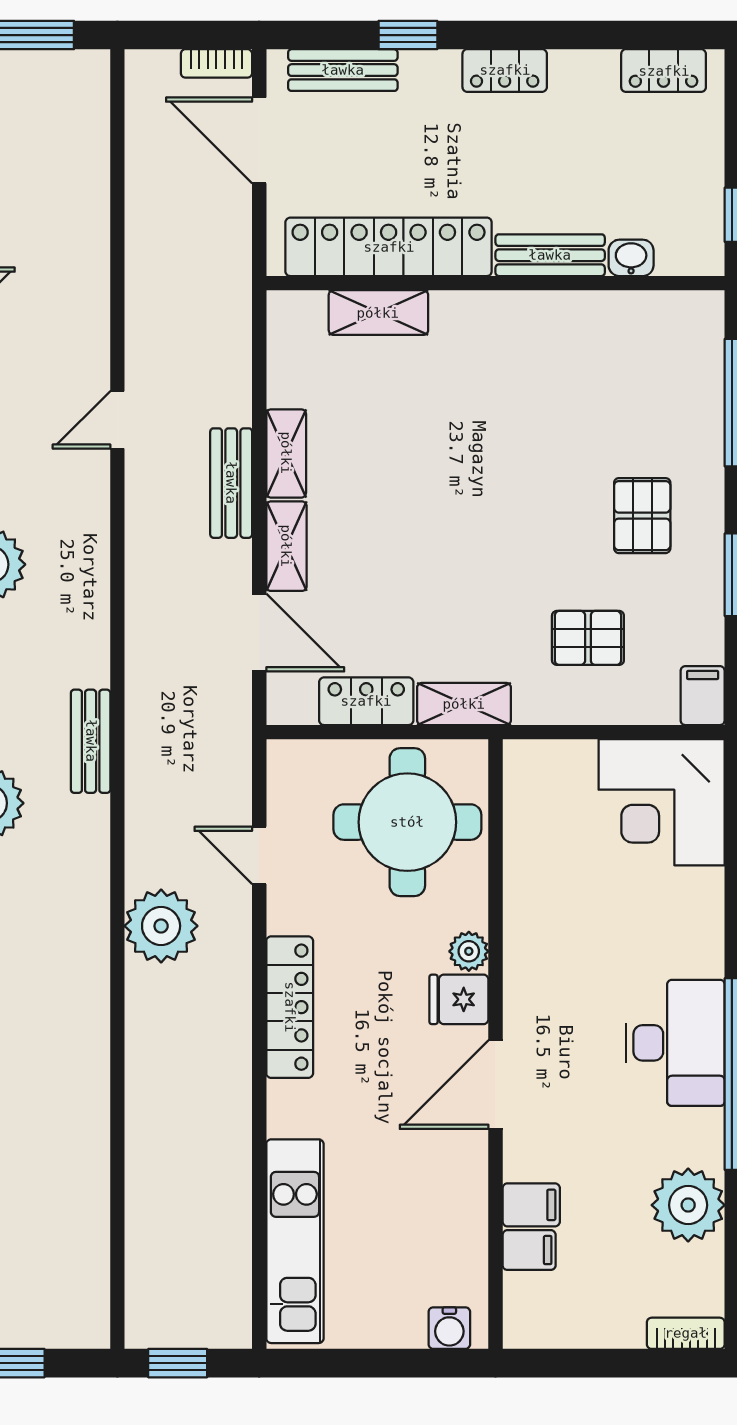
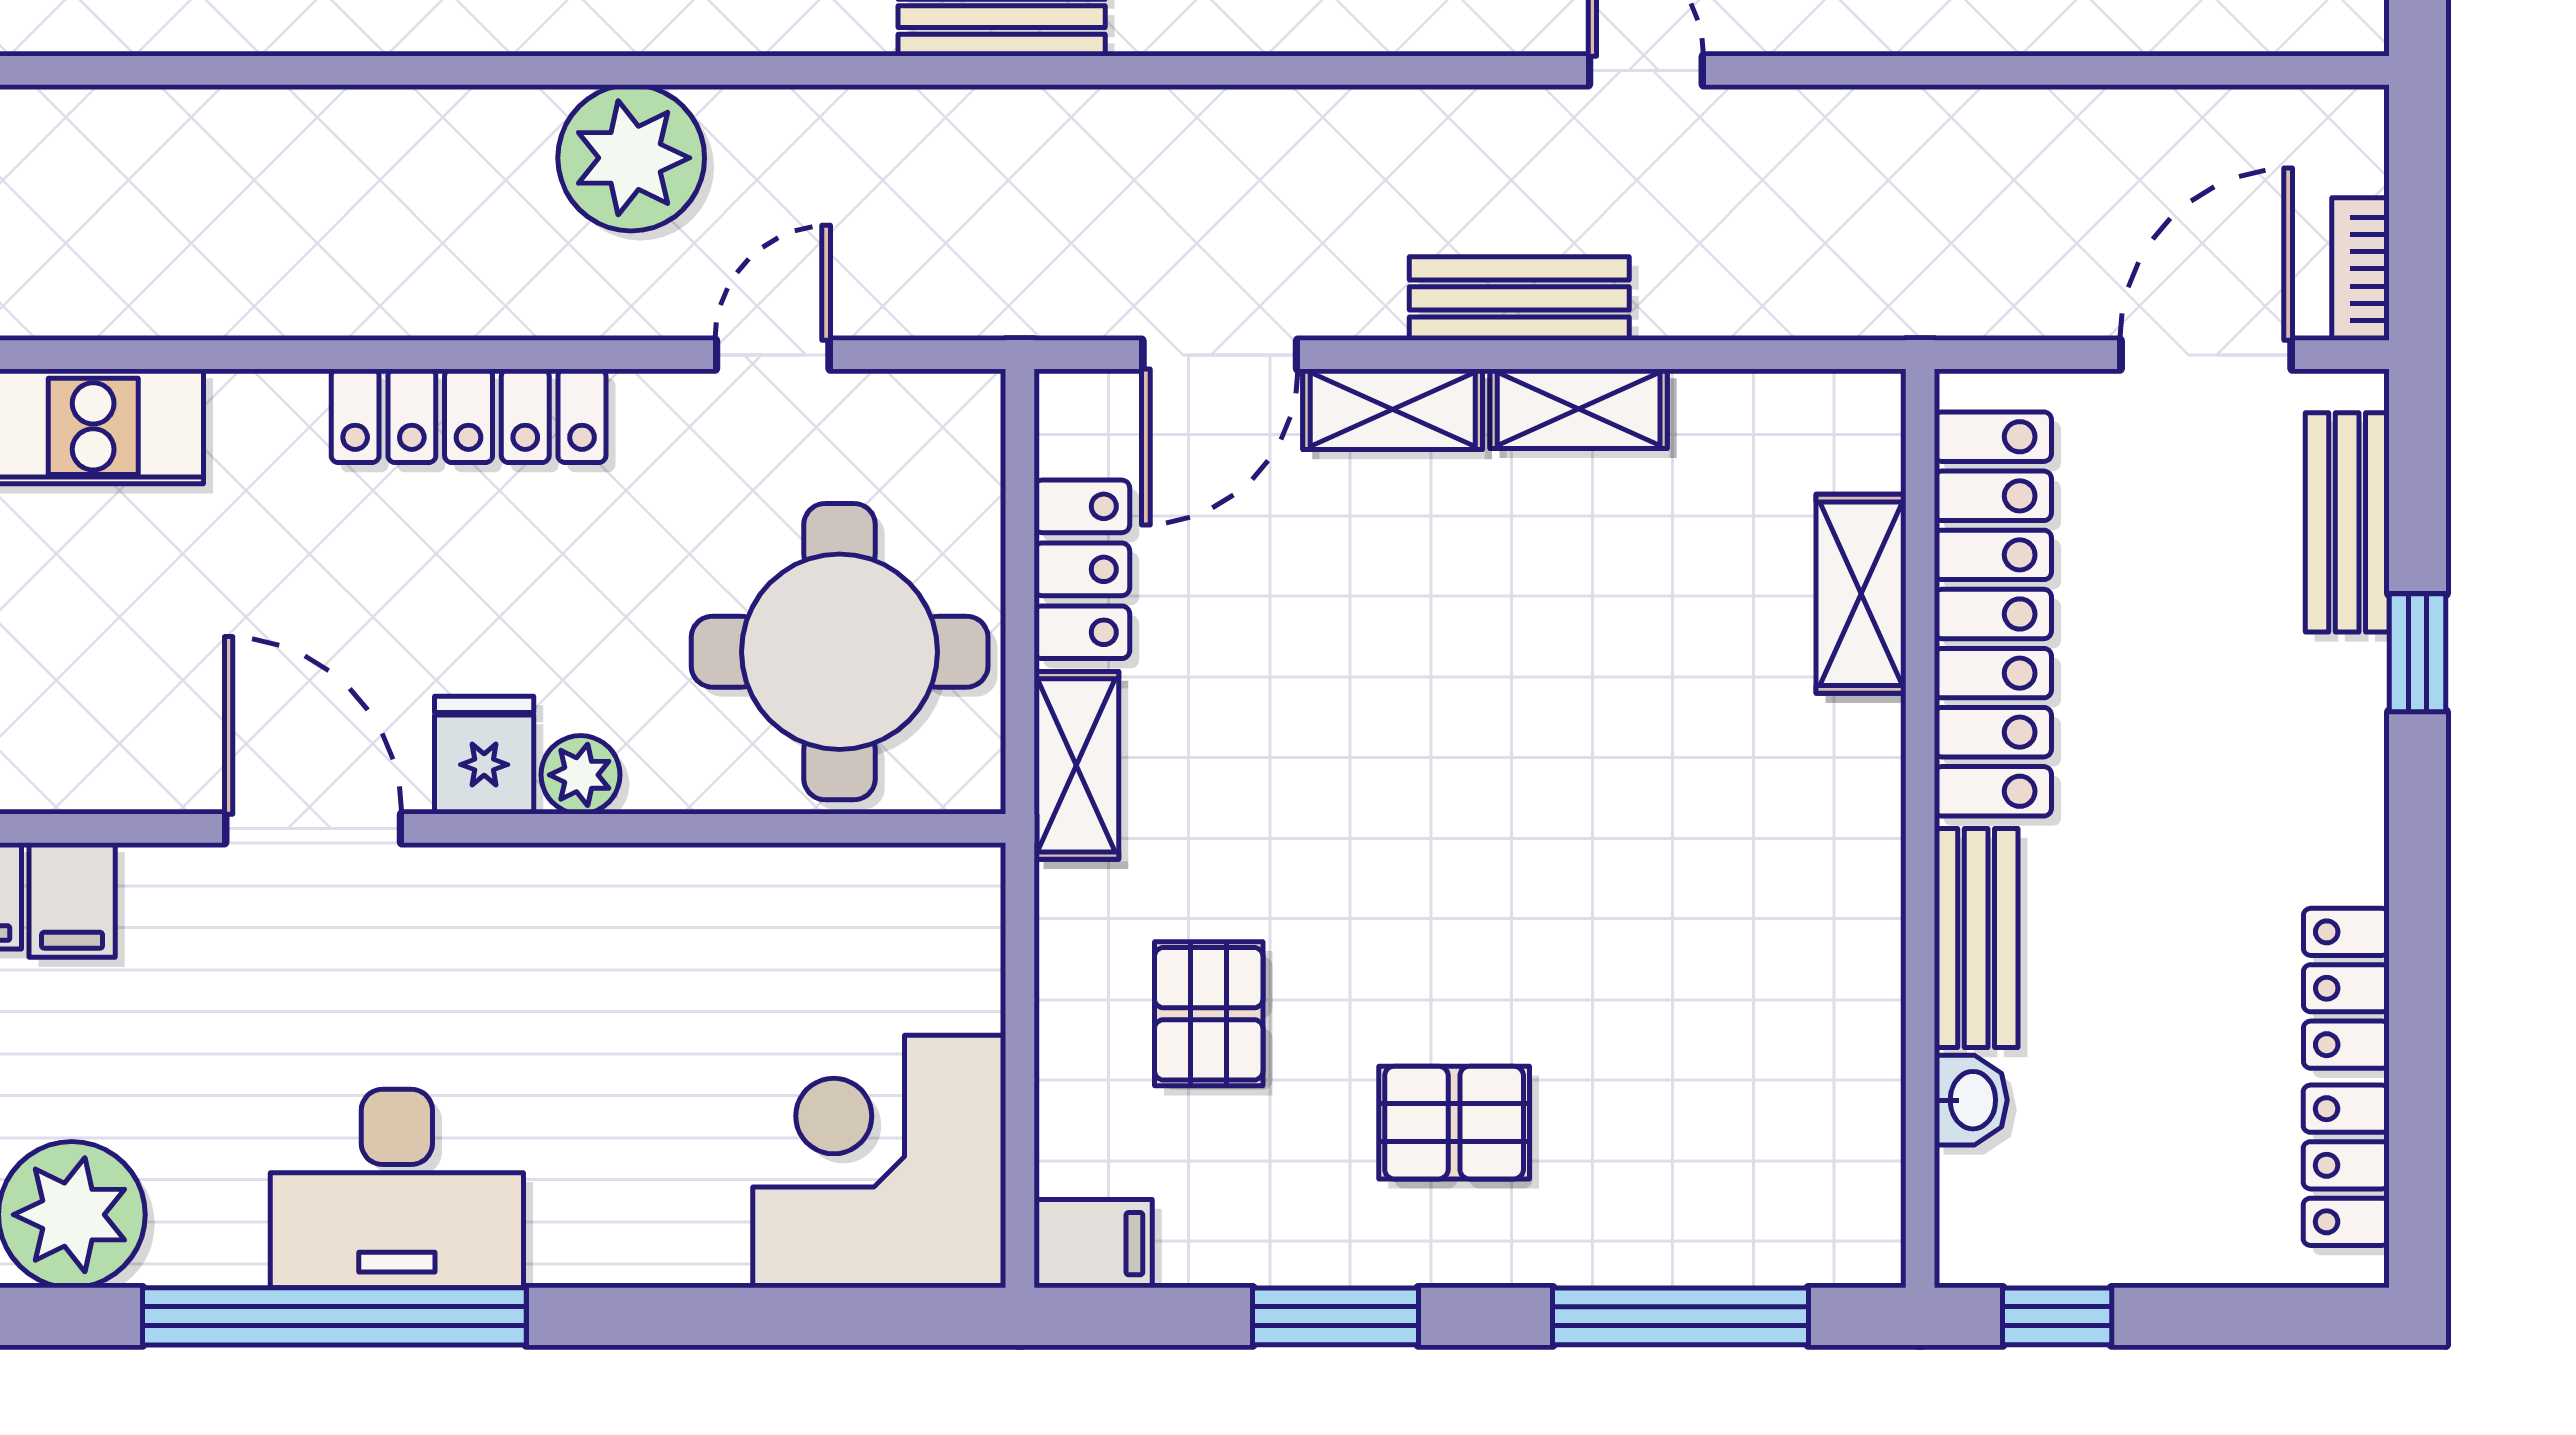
locker: (505, 70) -> (2346, 988), moved

